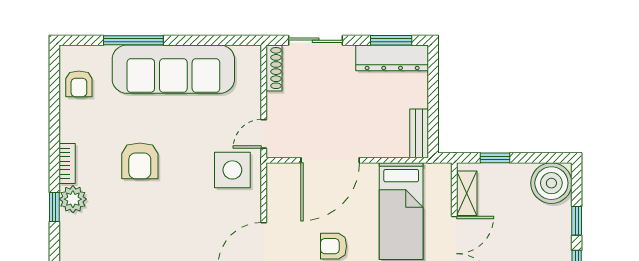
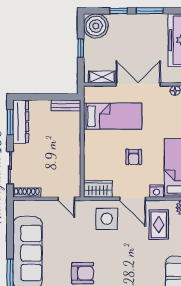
window: (495, 158) -> (81, 48), moved
door: (330, 160) -> (82, 159), removed
side table: (232, 170) -> (107, 219), moved
wardrobe: (280, 186) -> (98, 189), added

